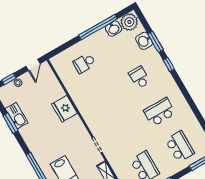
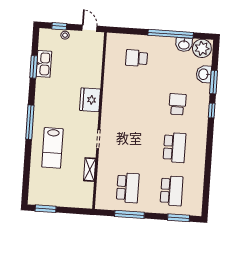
door: (33, 65) -> (90, 28), swing flipped
fridge: (64, 109) -> (90, 100), moved
school desk: (160, 112) -> (174, 148), turned 90

